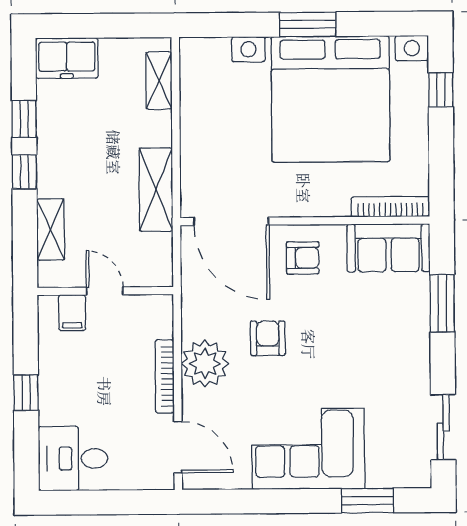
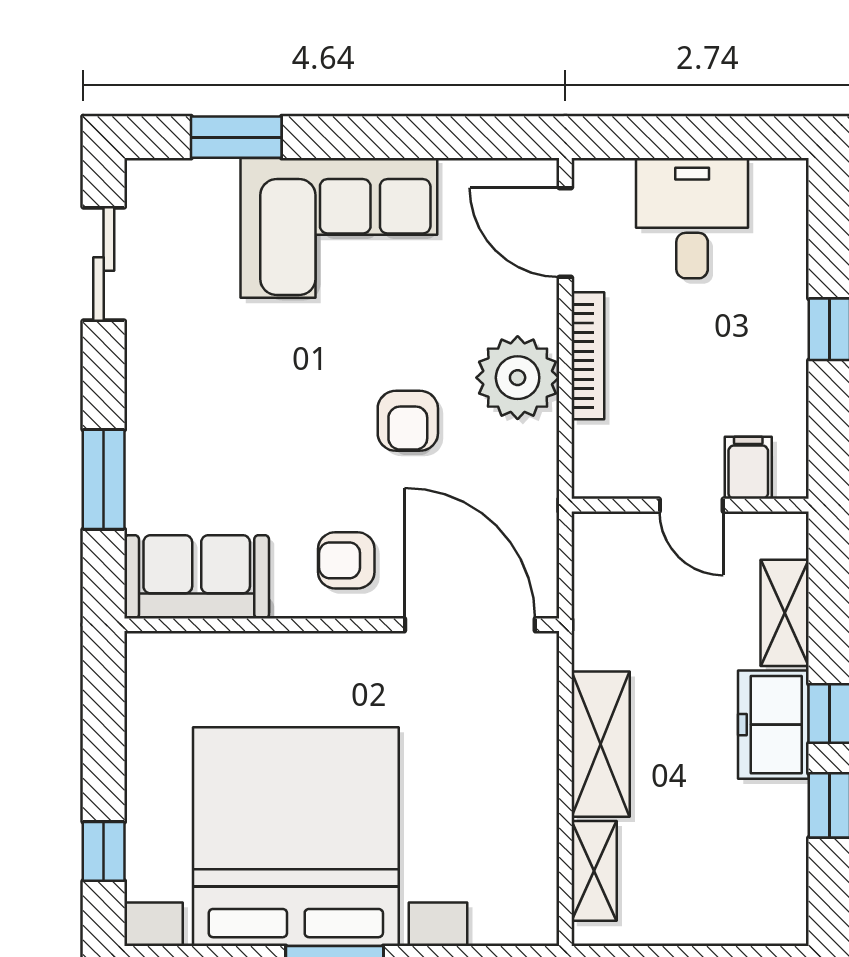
freezer: (67, 58) -> (773, 725), moved, turned -90
shelving: (156, 190) -> (601, 744), moved
bookcase: (390, 207) -> (193, 648), removed
desk: (73, 459) -> (692, 218), moved, turned -90

